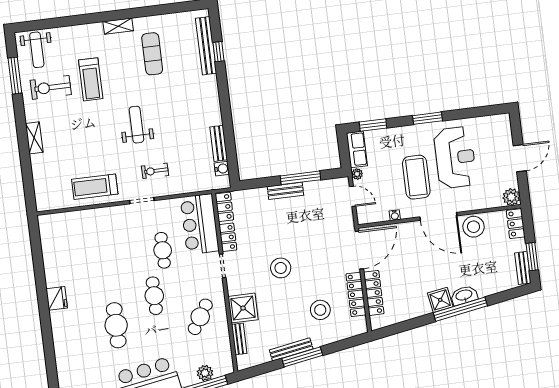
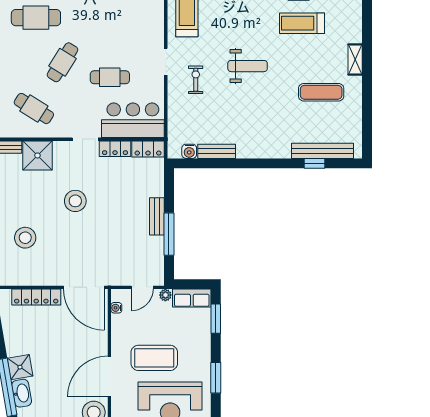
water cooler: (395, 215) -> (116, 308), moved
locker: (356, 294) -> (37, 278), removed
cafe table: (154, 296) -> (62, 62), turned -58

